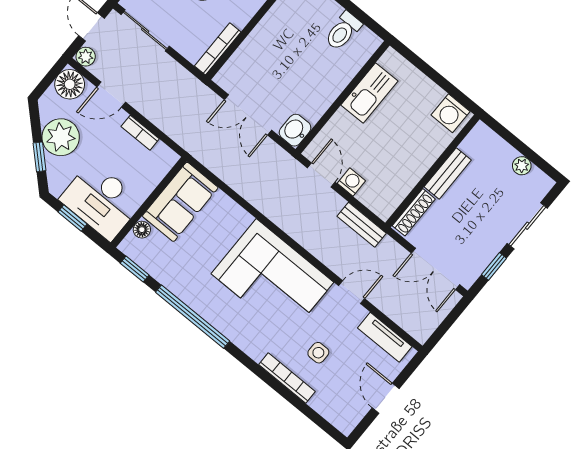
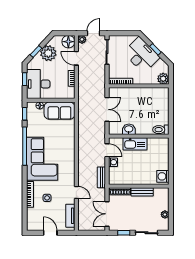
toilet: (343, 31) -> (161, 130), moved
kitchen sink: (369, 93) -> (135, 144), moved
double door: (248, 115) -> (107, 109), swing flipped
washbasin: (295, 130) -> (129, 129), moved
door: (321, 175) -> (107, 150), hinge flipped
corner sofa: (272, 278) -> (42, 159), moved, turned 180
door: (386, 398) -> (50, 233), hinge flipped

